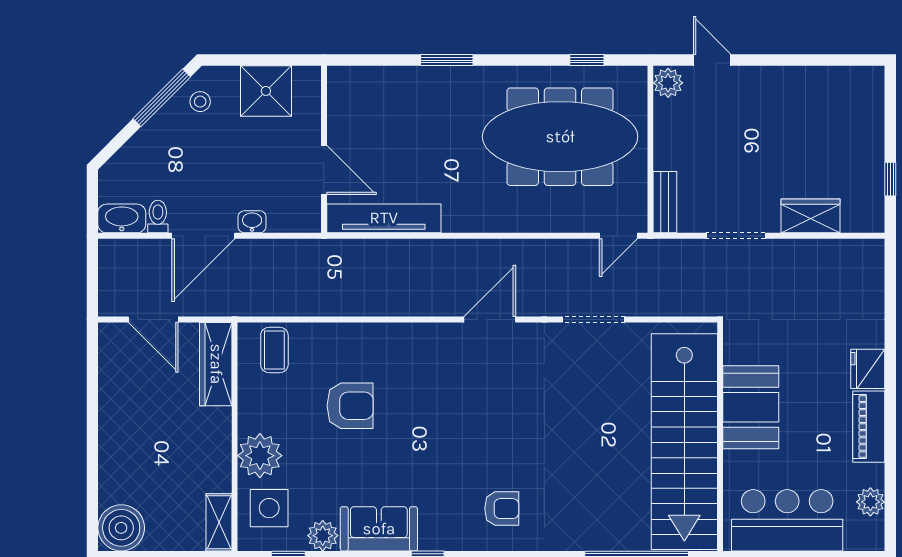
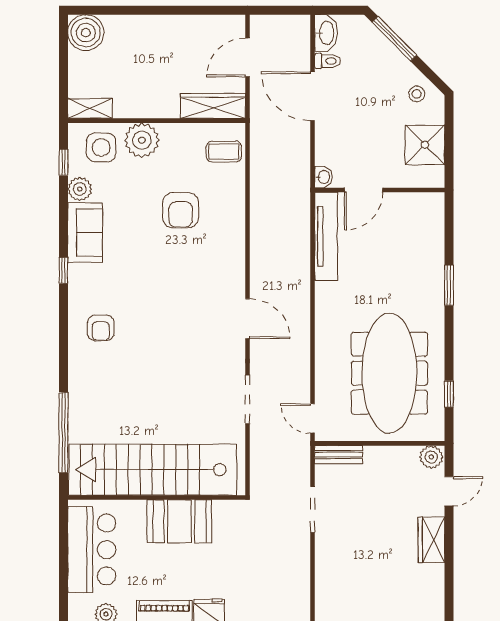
window: (162, 98) -> (394, 39), moved
wardrobe: (811, 216) -> (431, 540), moved, turned 180
washbasin: (252, 222) -> (323, 177), moved

